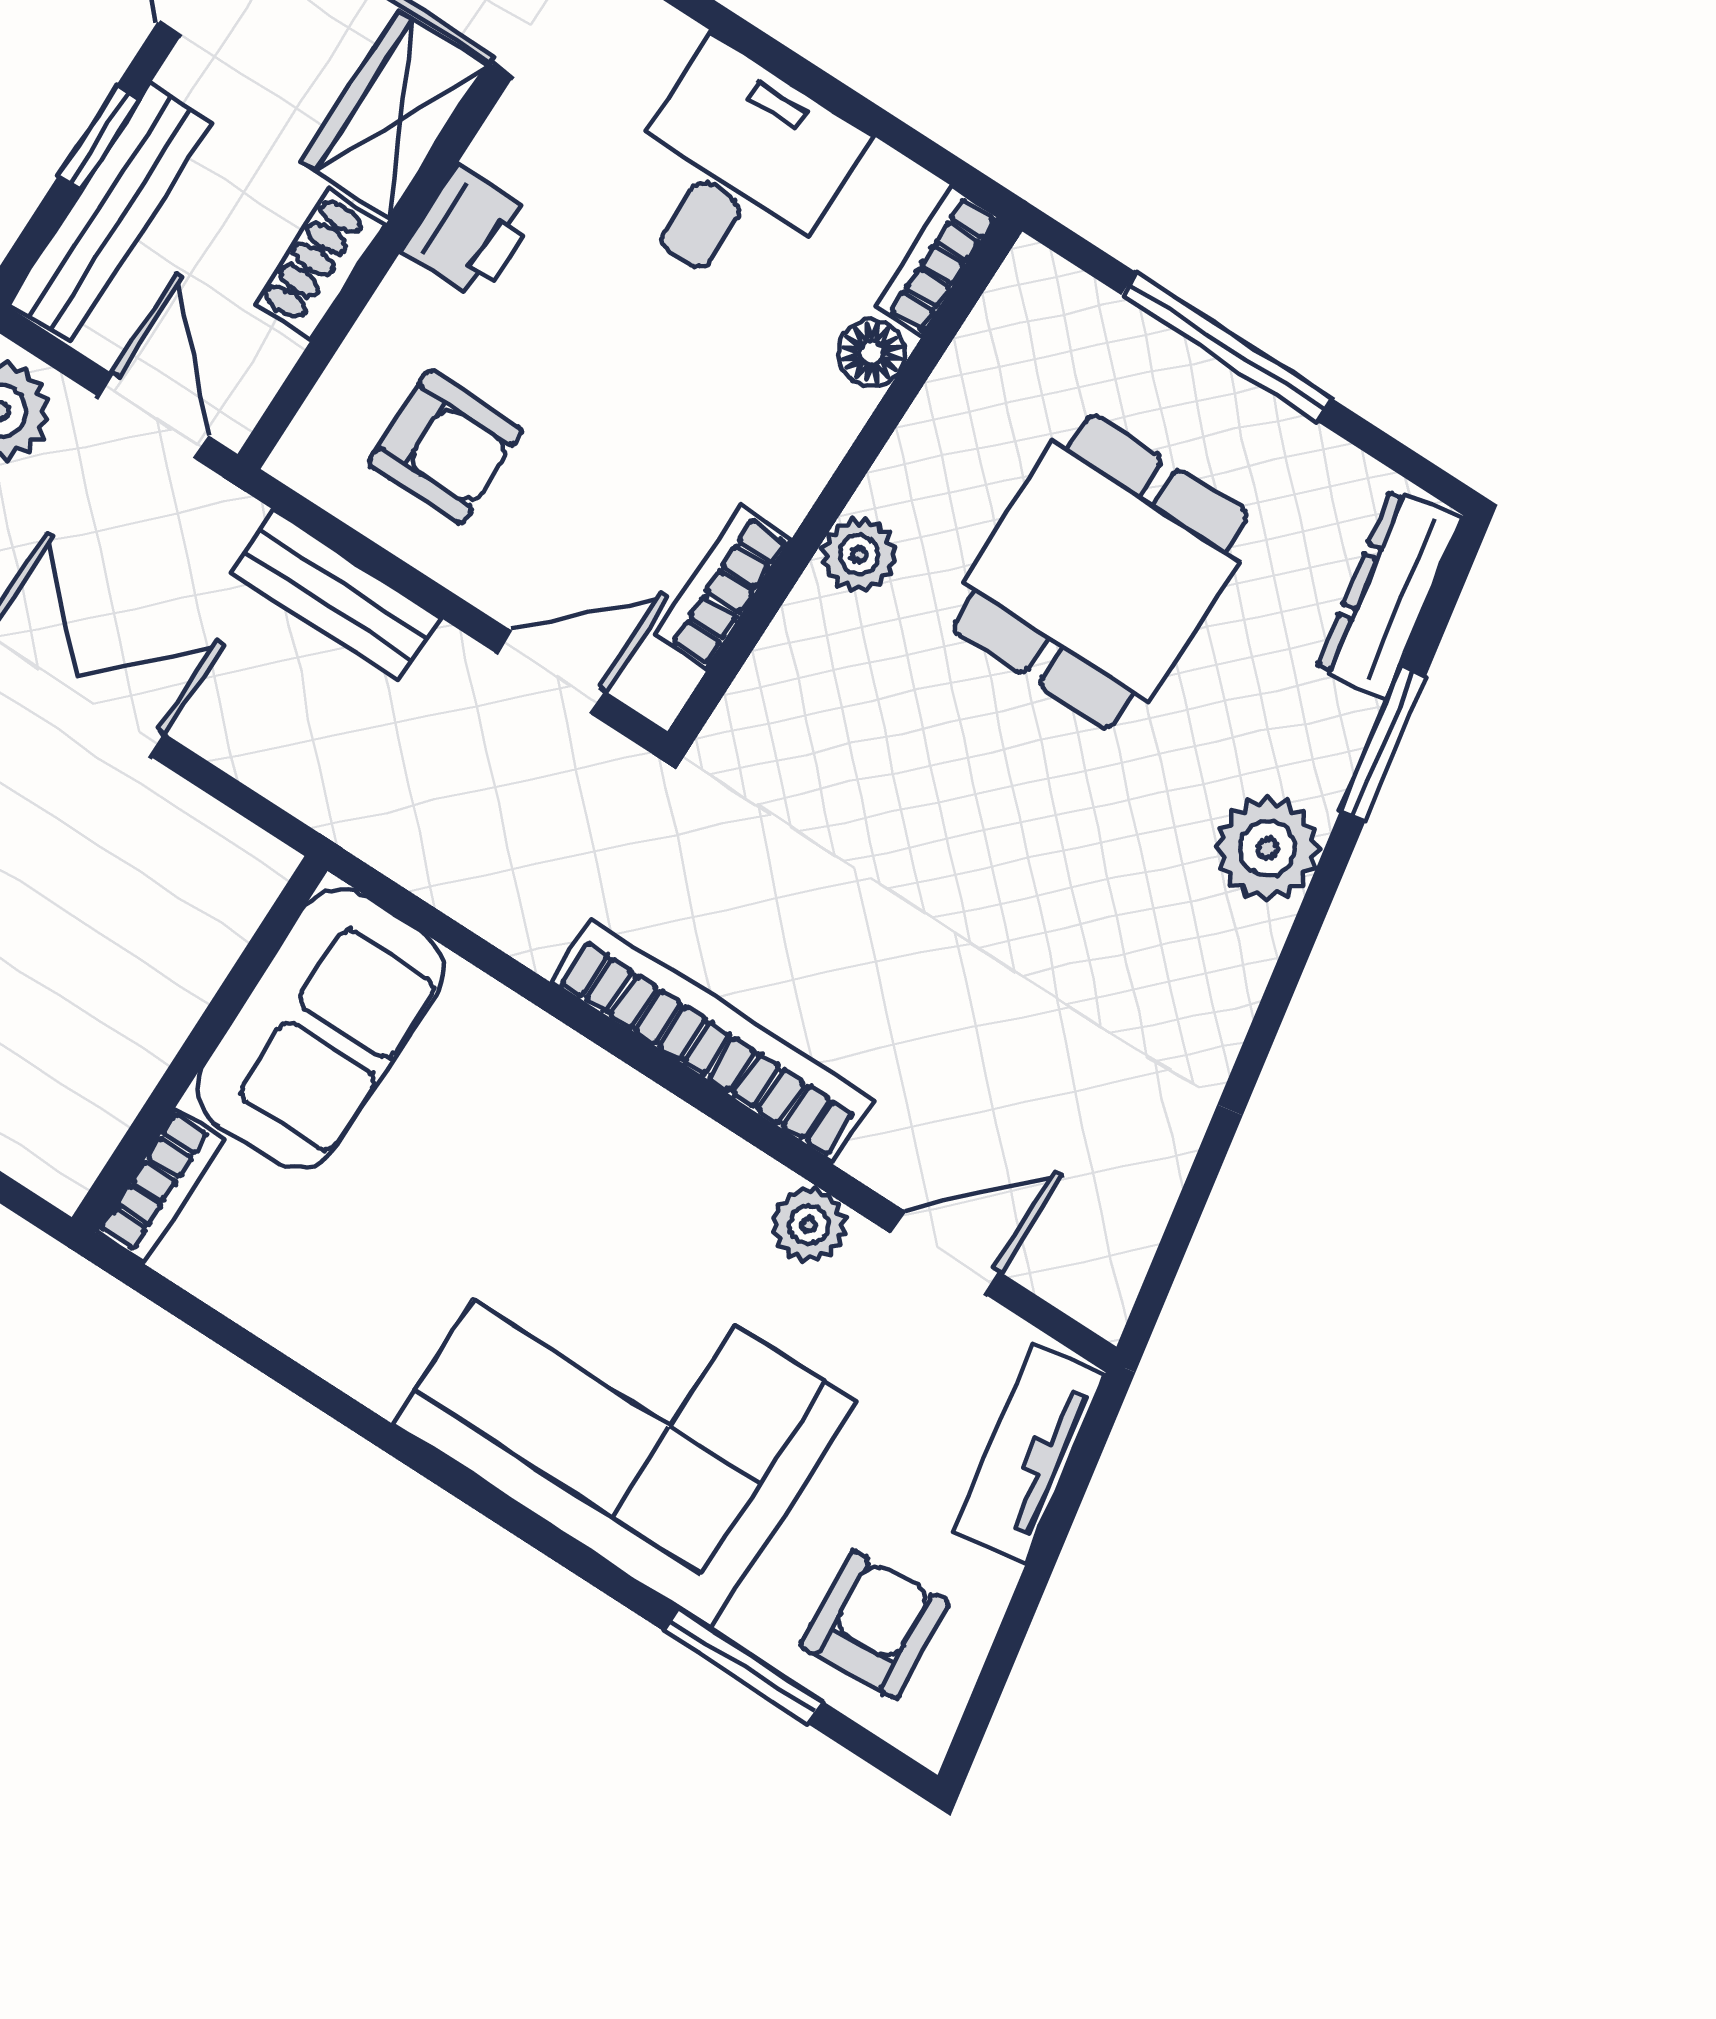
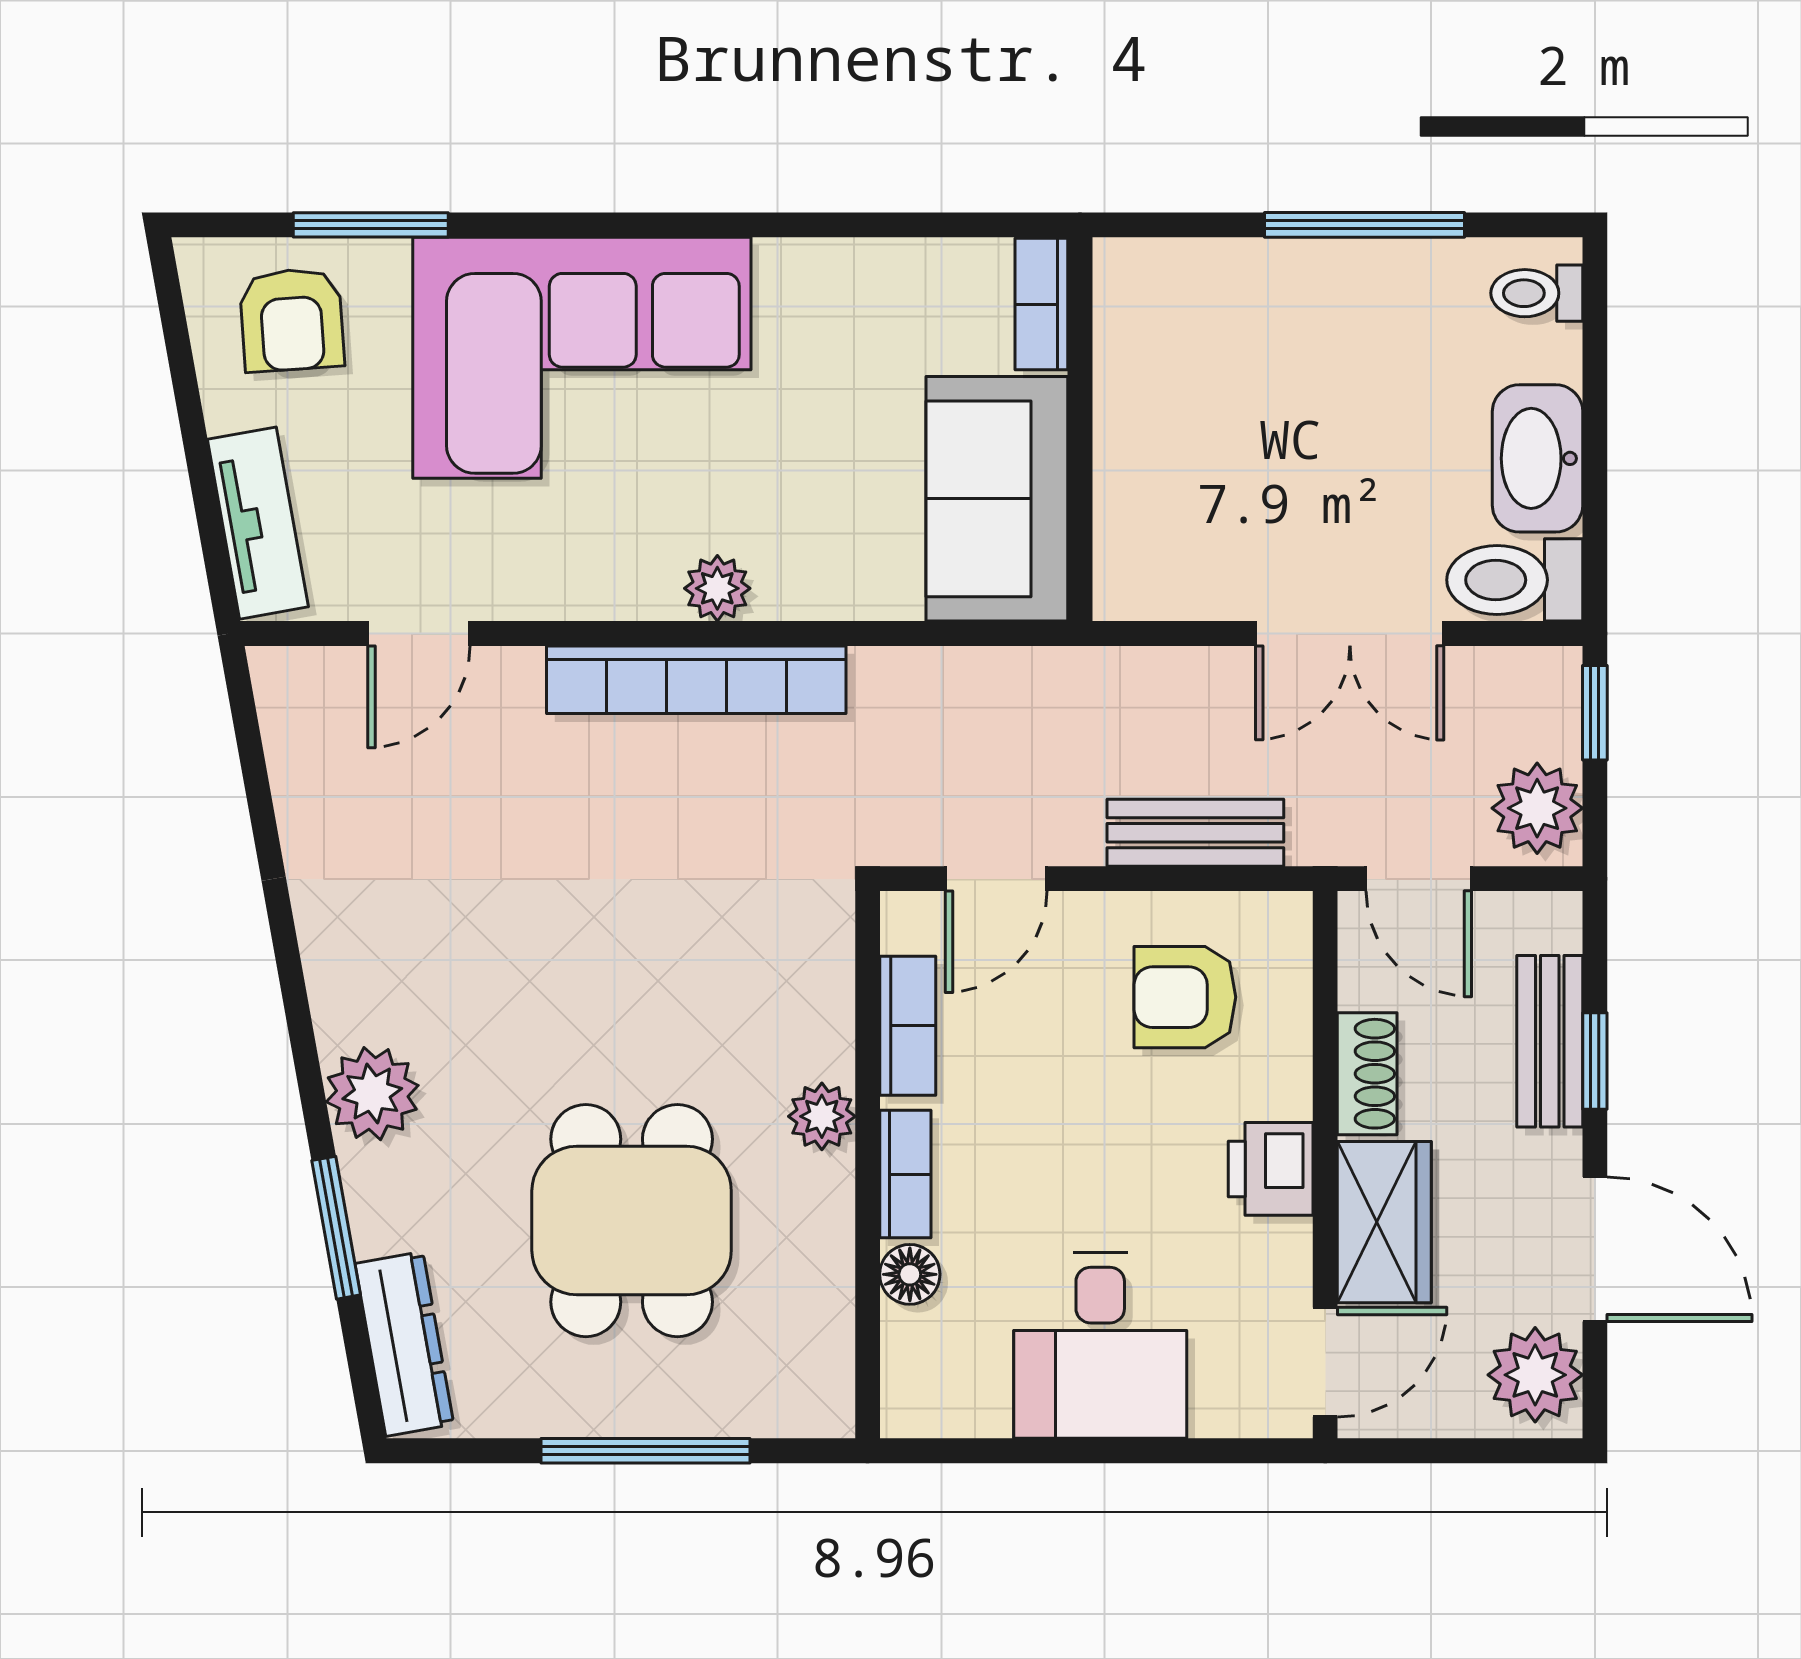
bench: (110, 213) -> (1550, 1041), width x0.73
bookcase: (937, 261) -> (905, 1174), moved
plant: (809, 1225) -> (717, 588), moved

